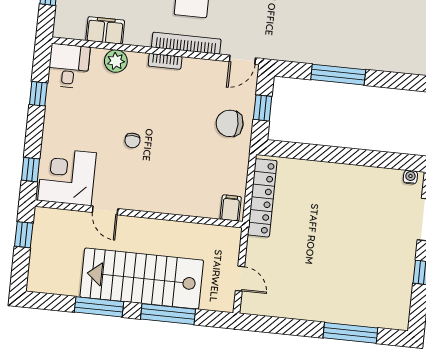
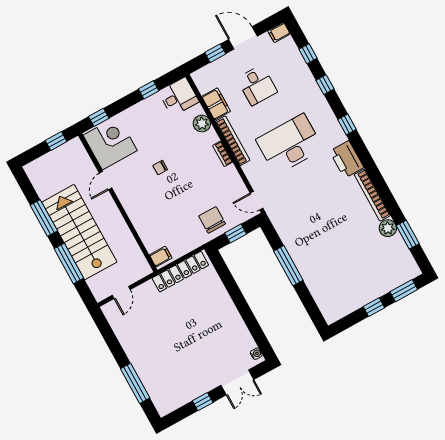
bookcase: (186, 43) -> (233, 141), moved

